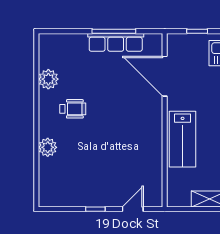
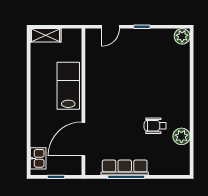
door: (165, 76) -> (83, 139), swing flipped
wheelchair: (73, 109) -> (155, 126), moved
plant: (48, 147) -> (182, 36), moved

